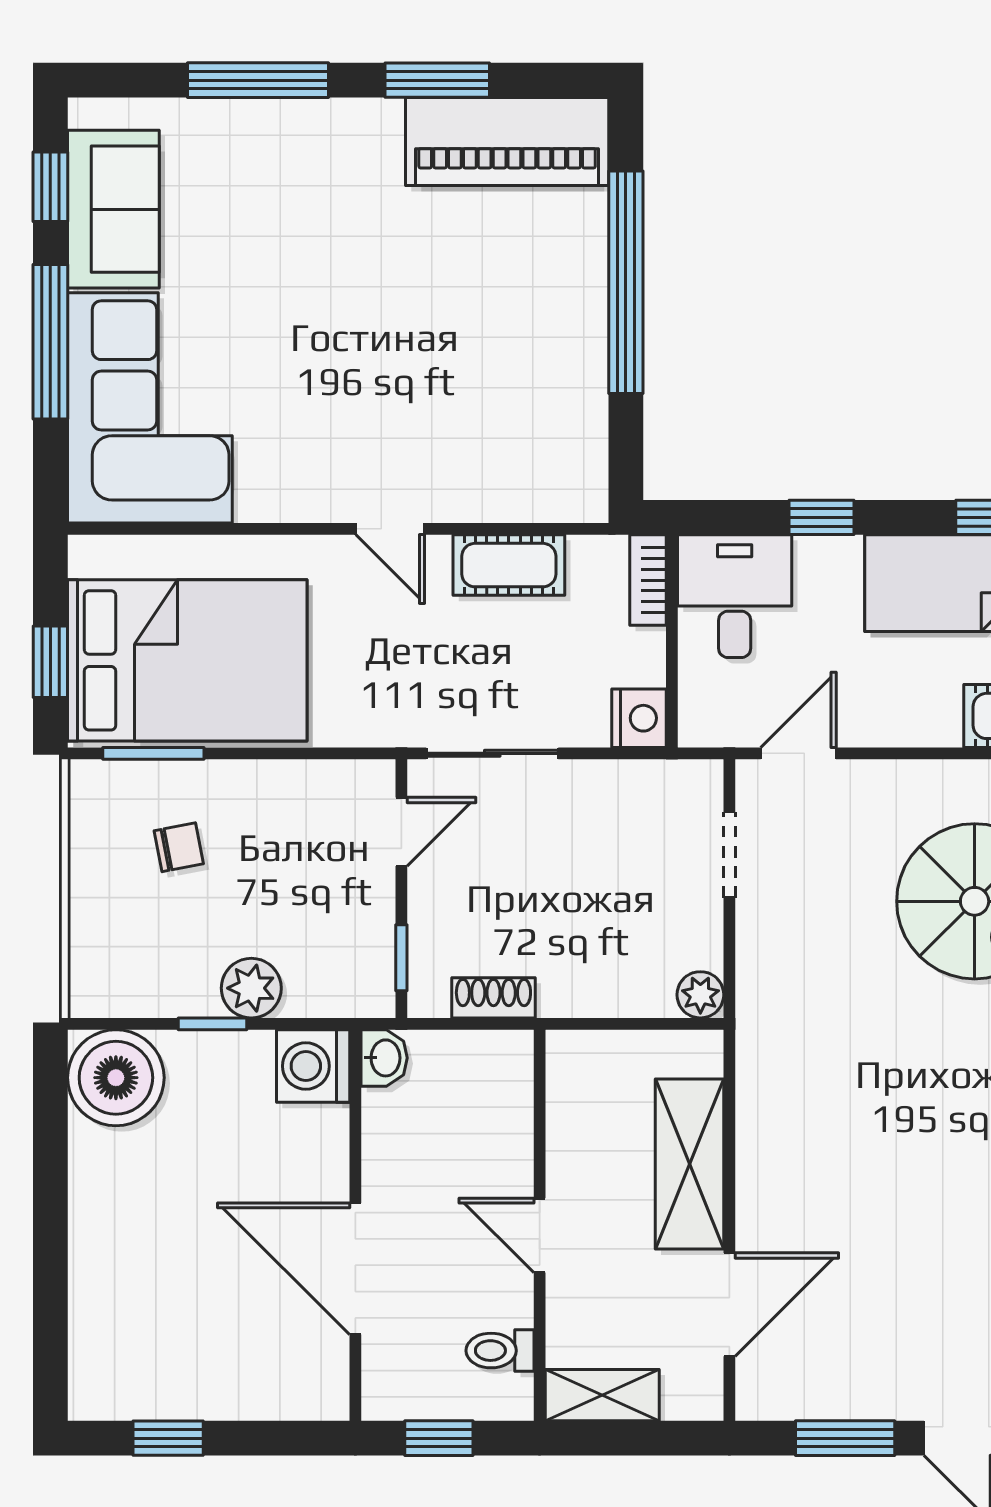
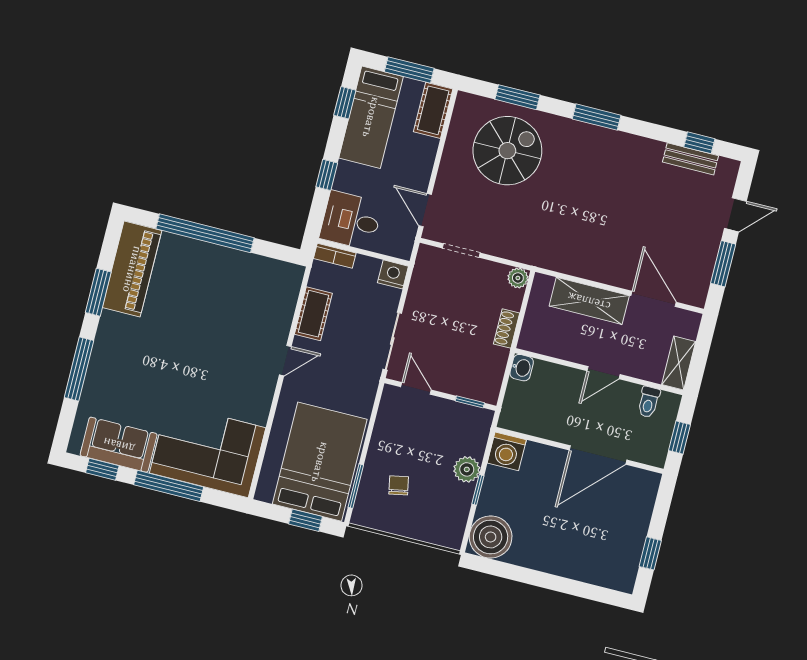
shoe rack: (493, 998) -> (507, 329), moved
washbasin: (384, 1058) -> (522, 368), moved, turned 90

